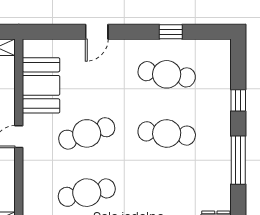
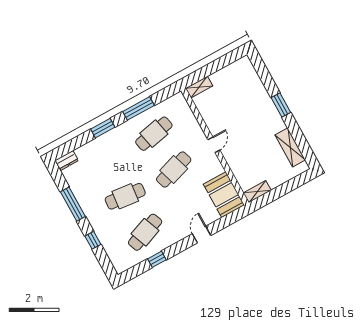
cafe table: (167, 74) -> (145, 232), turned -30
booth: (41, 85) -> (224, 195), moved

